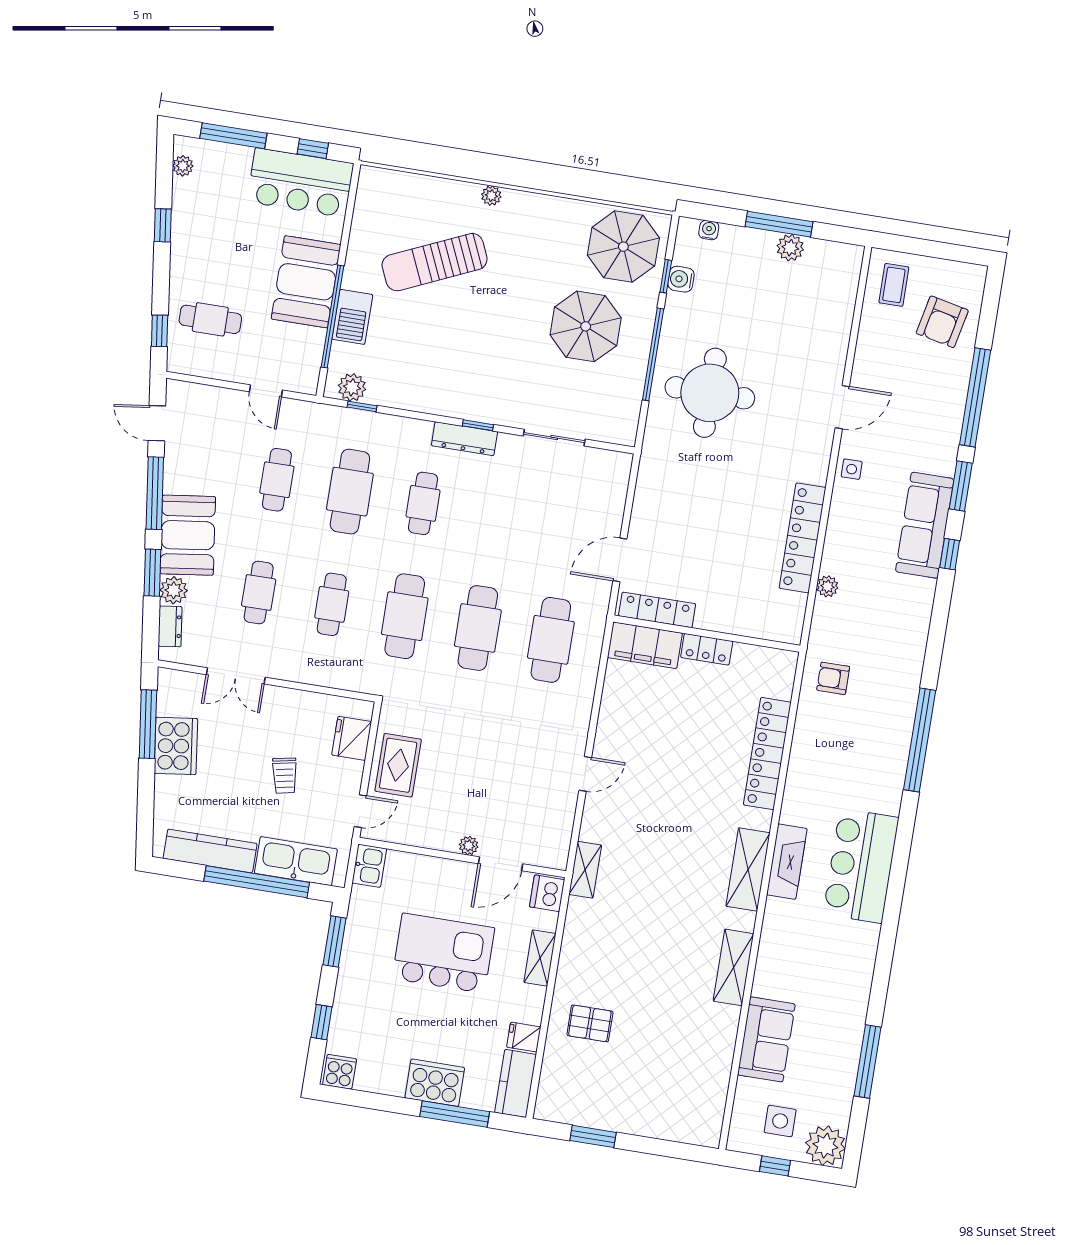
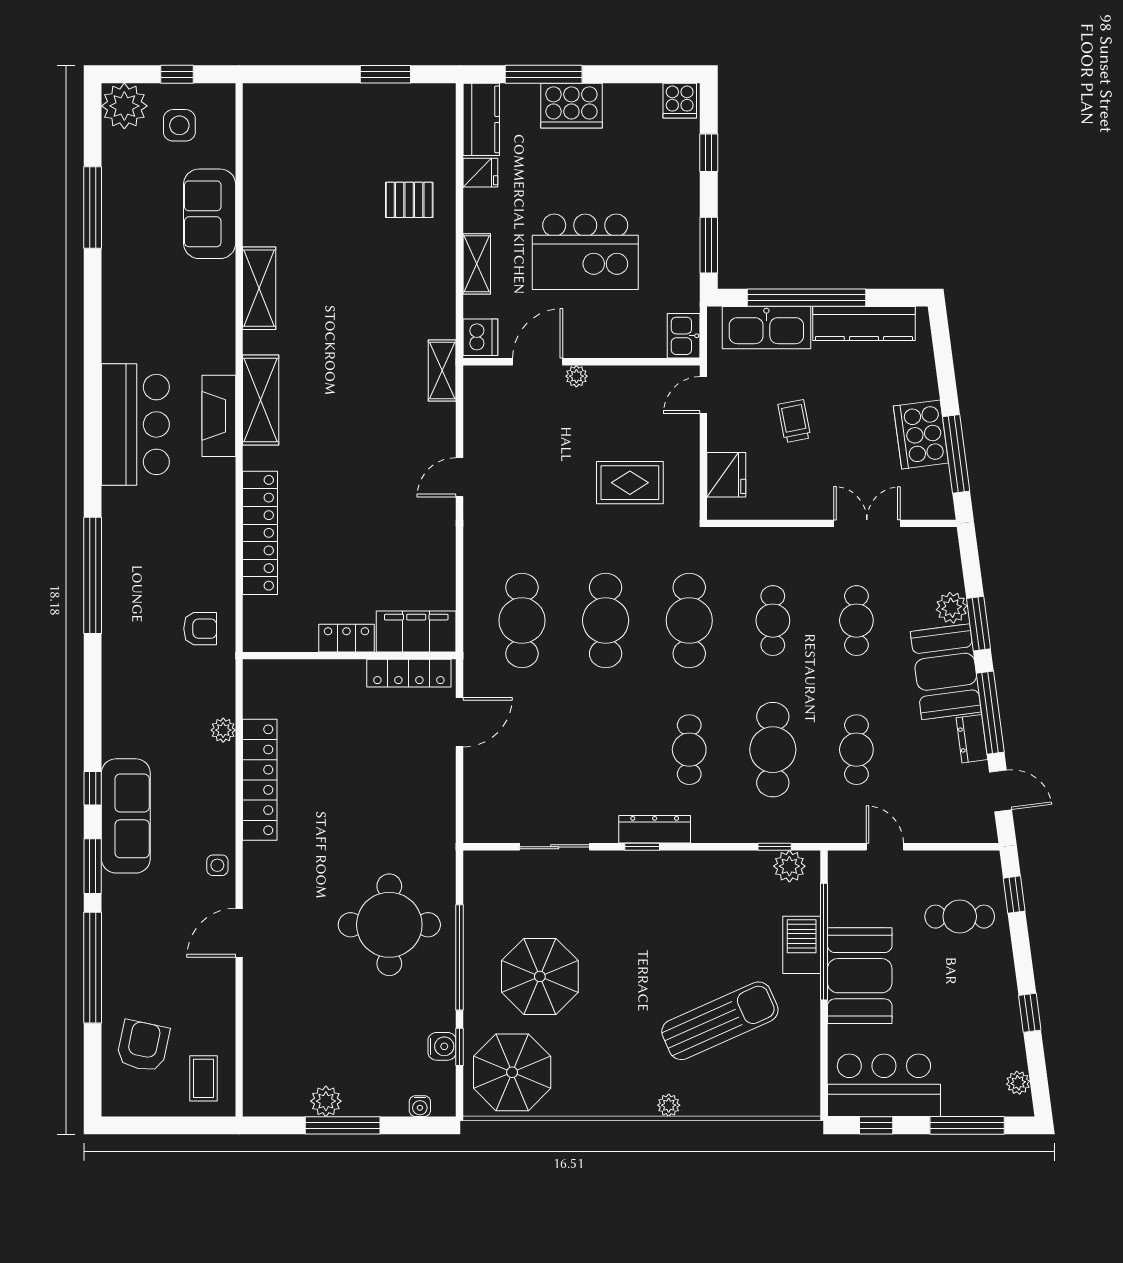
dresser: (170, 626) -> (972, 739), moved
rug: (398, 765) -> (630, 483), moved, turned 90

